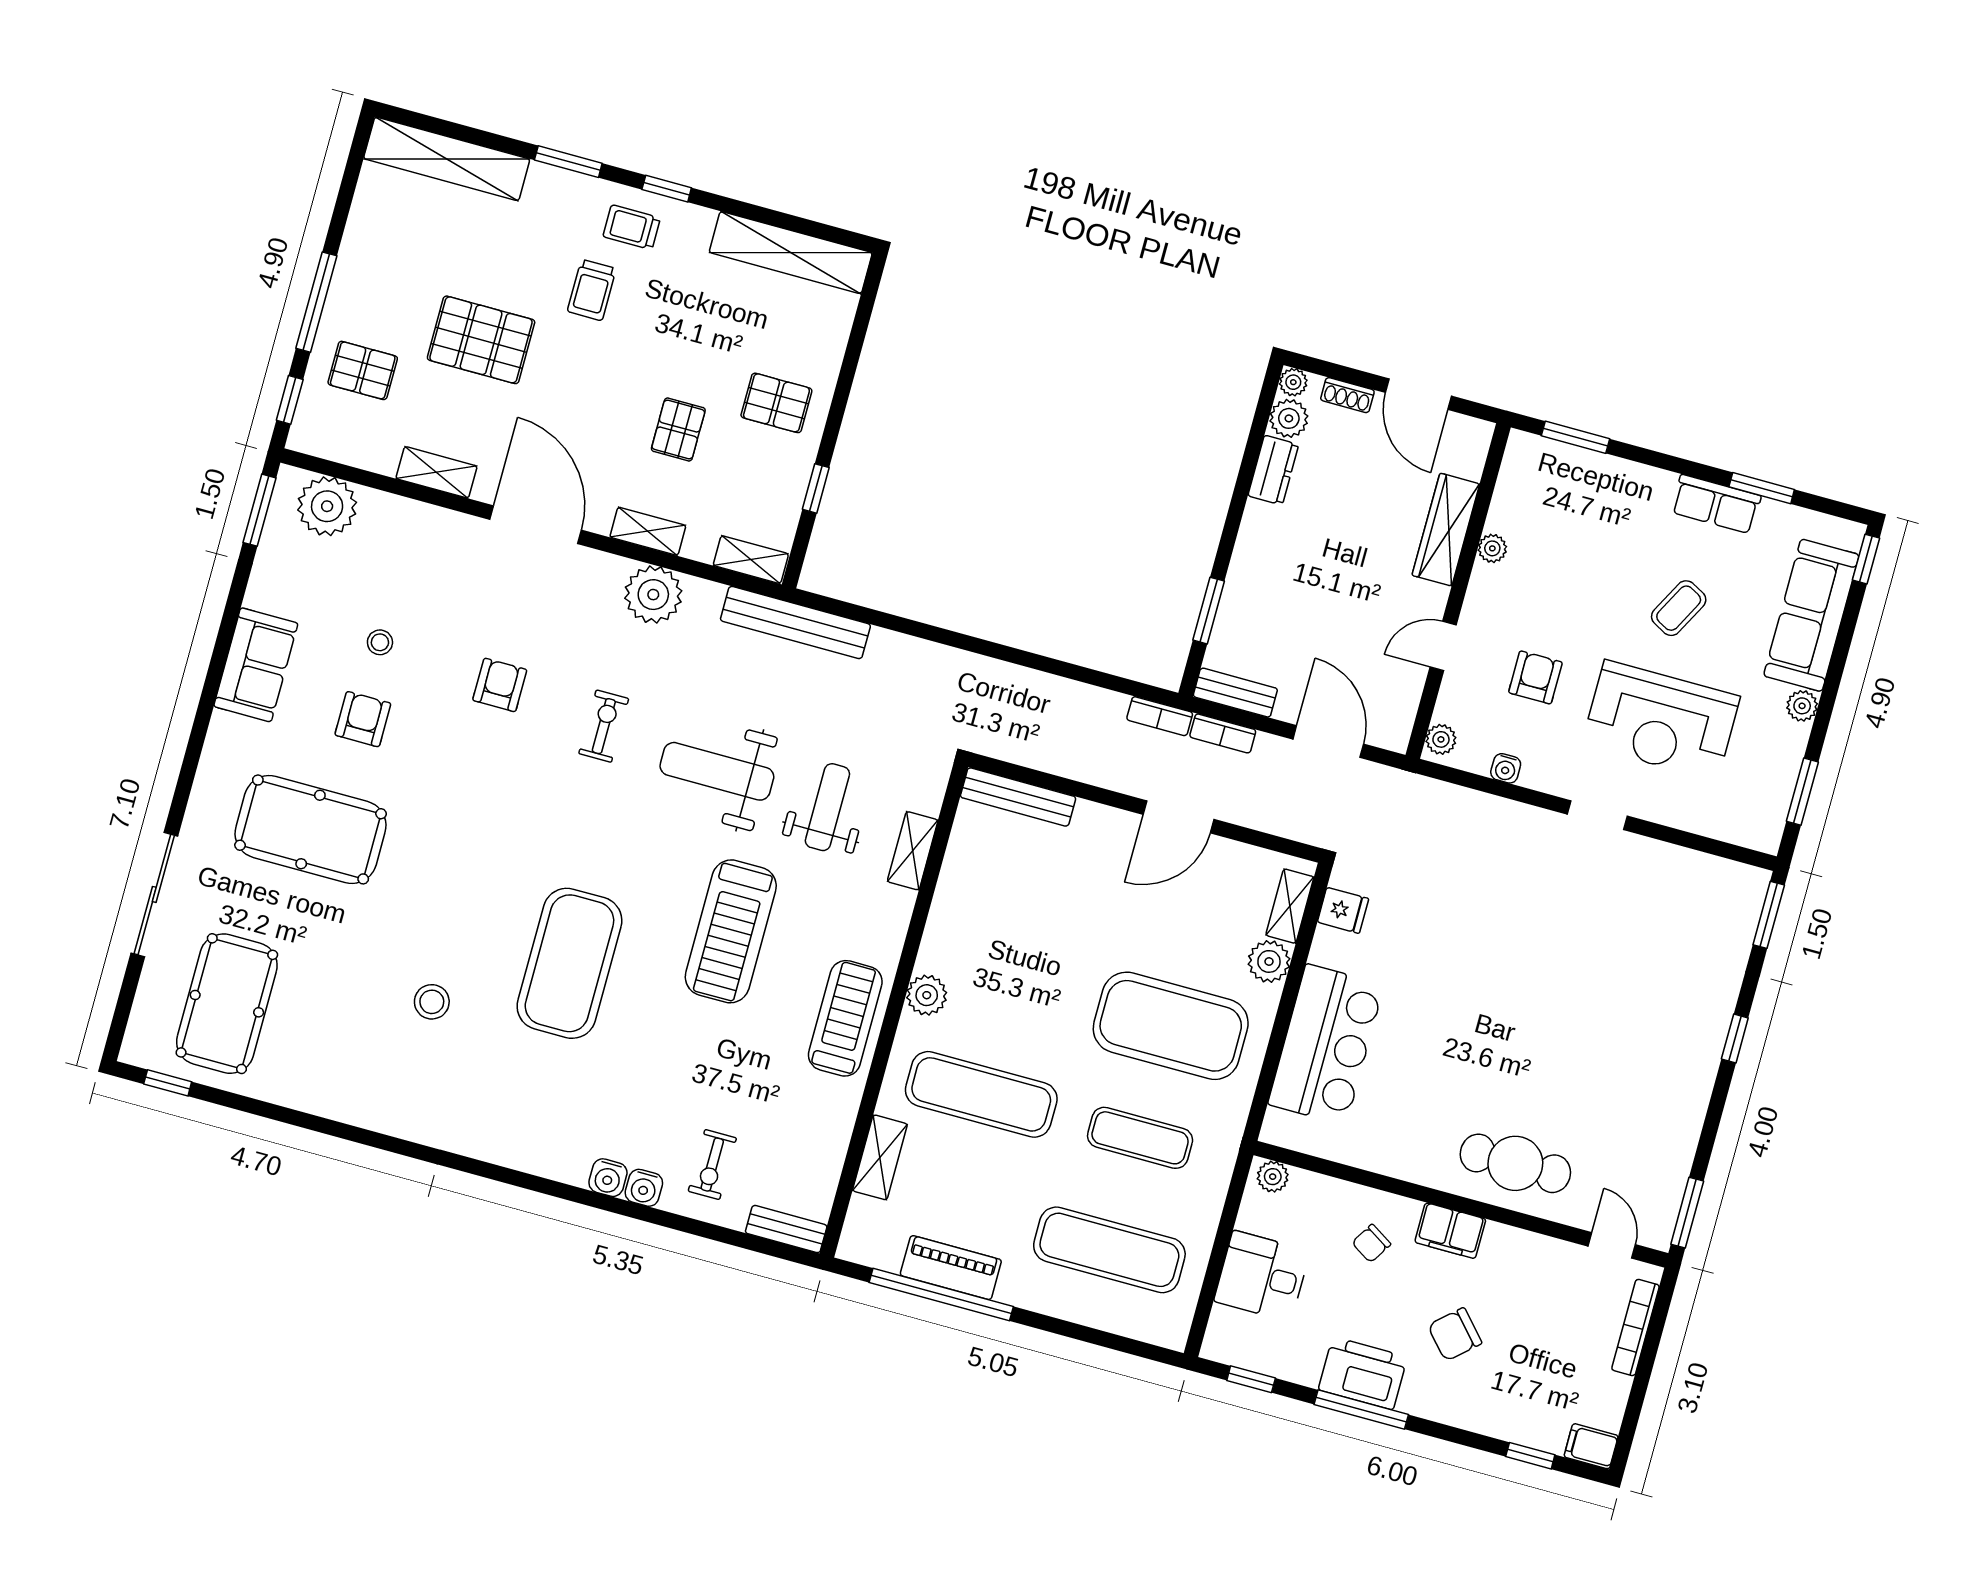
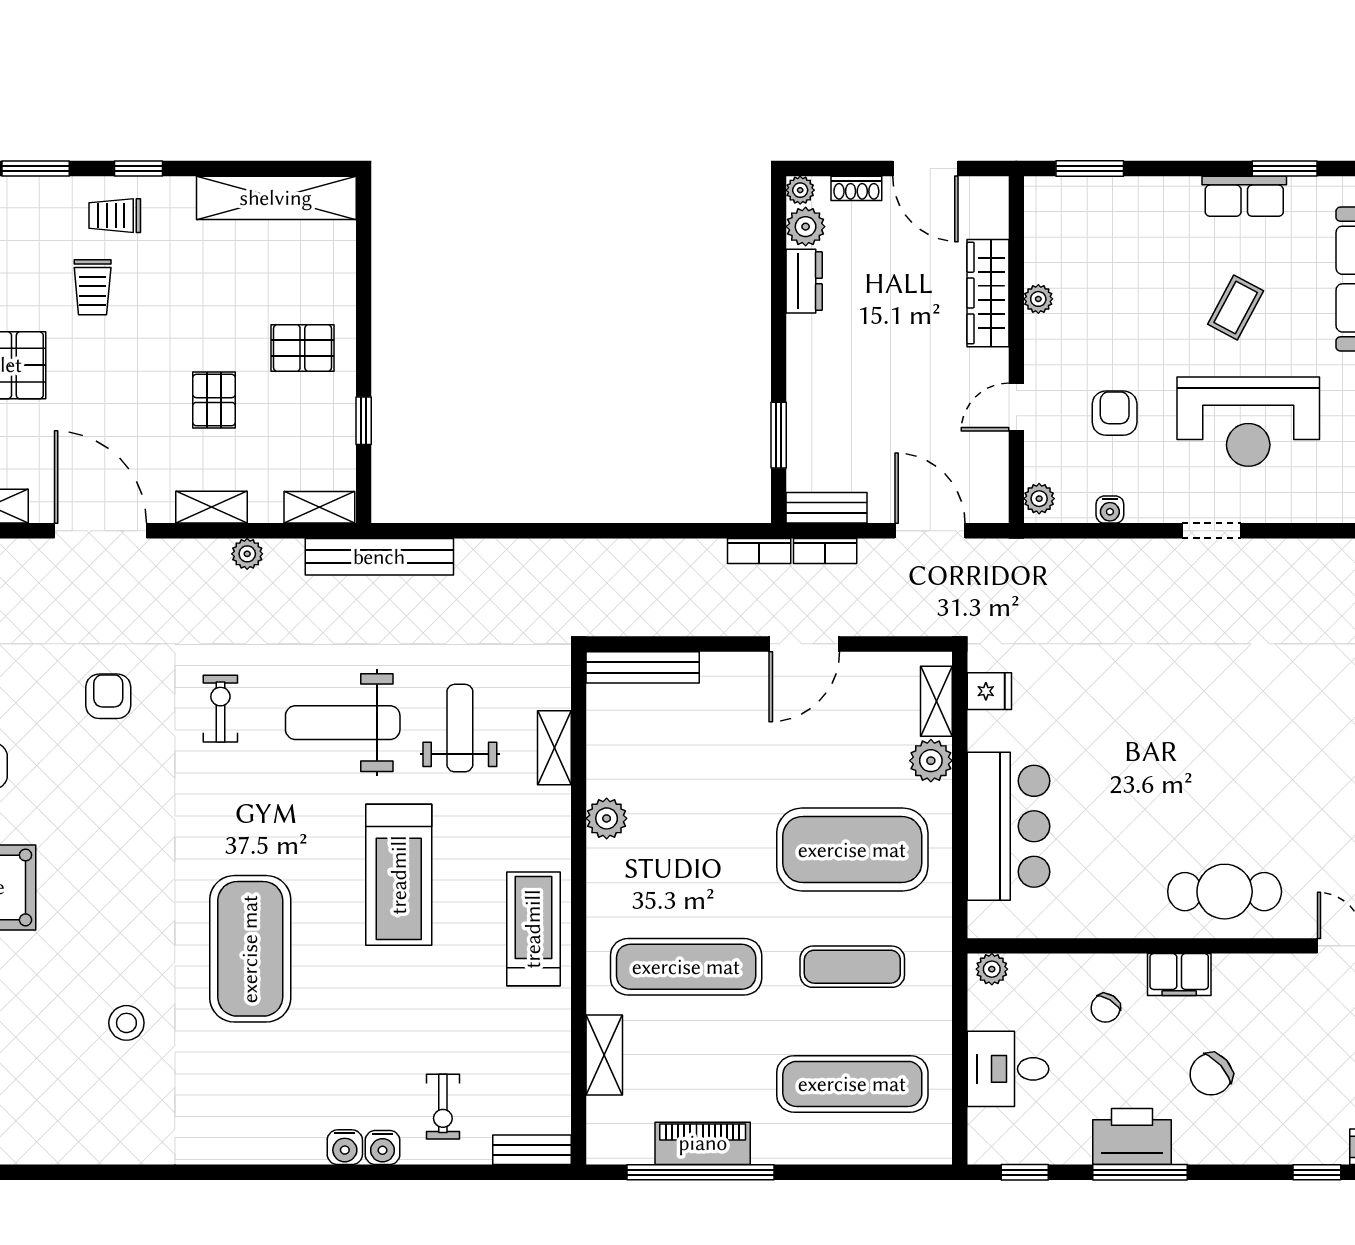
plant: (653, 595) -> (247, 554), width x0.53, depth x0.53
plant: (927, 995) -> (607, 818), moved

